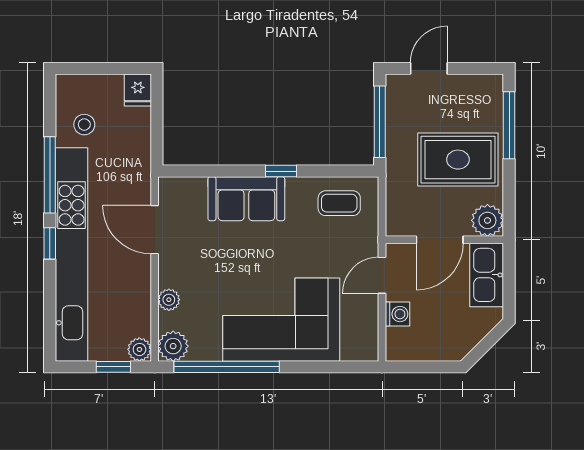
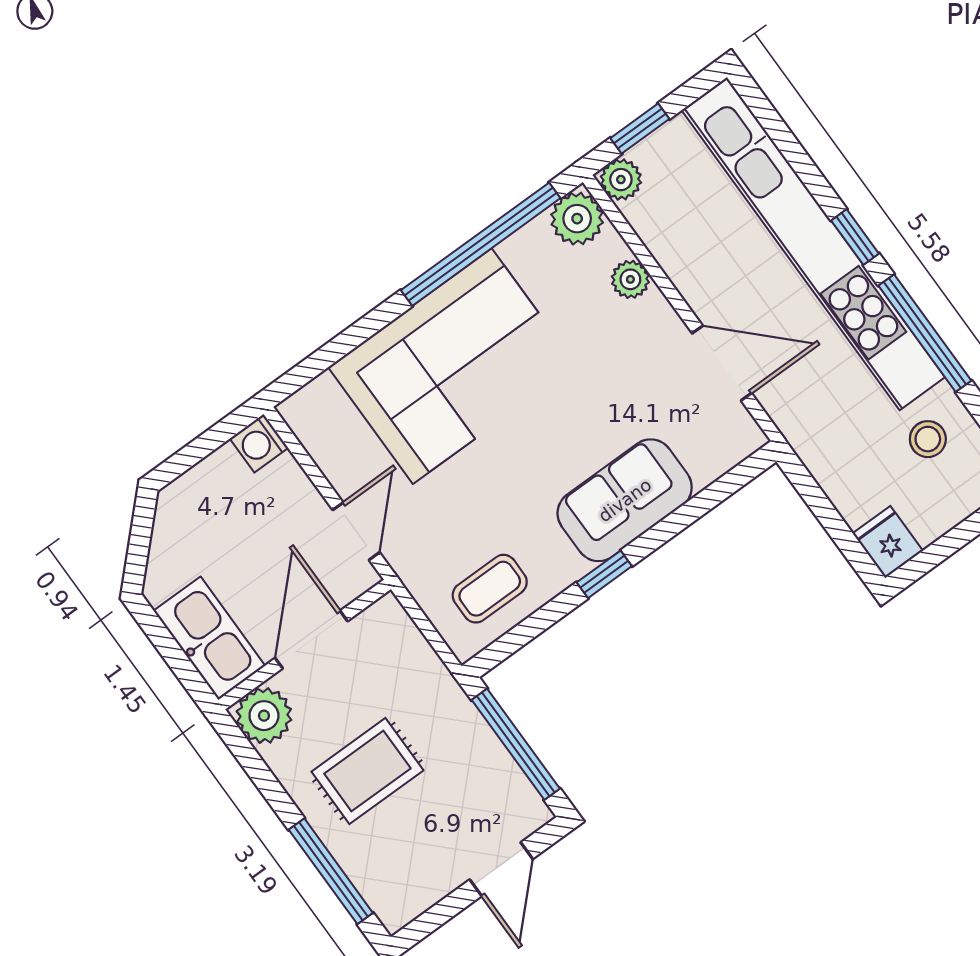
rug: (458, 160) -> (367, 771), width x0.73, depth x0.70
washing machine: (397, 314) -> (259, 443), moved

